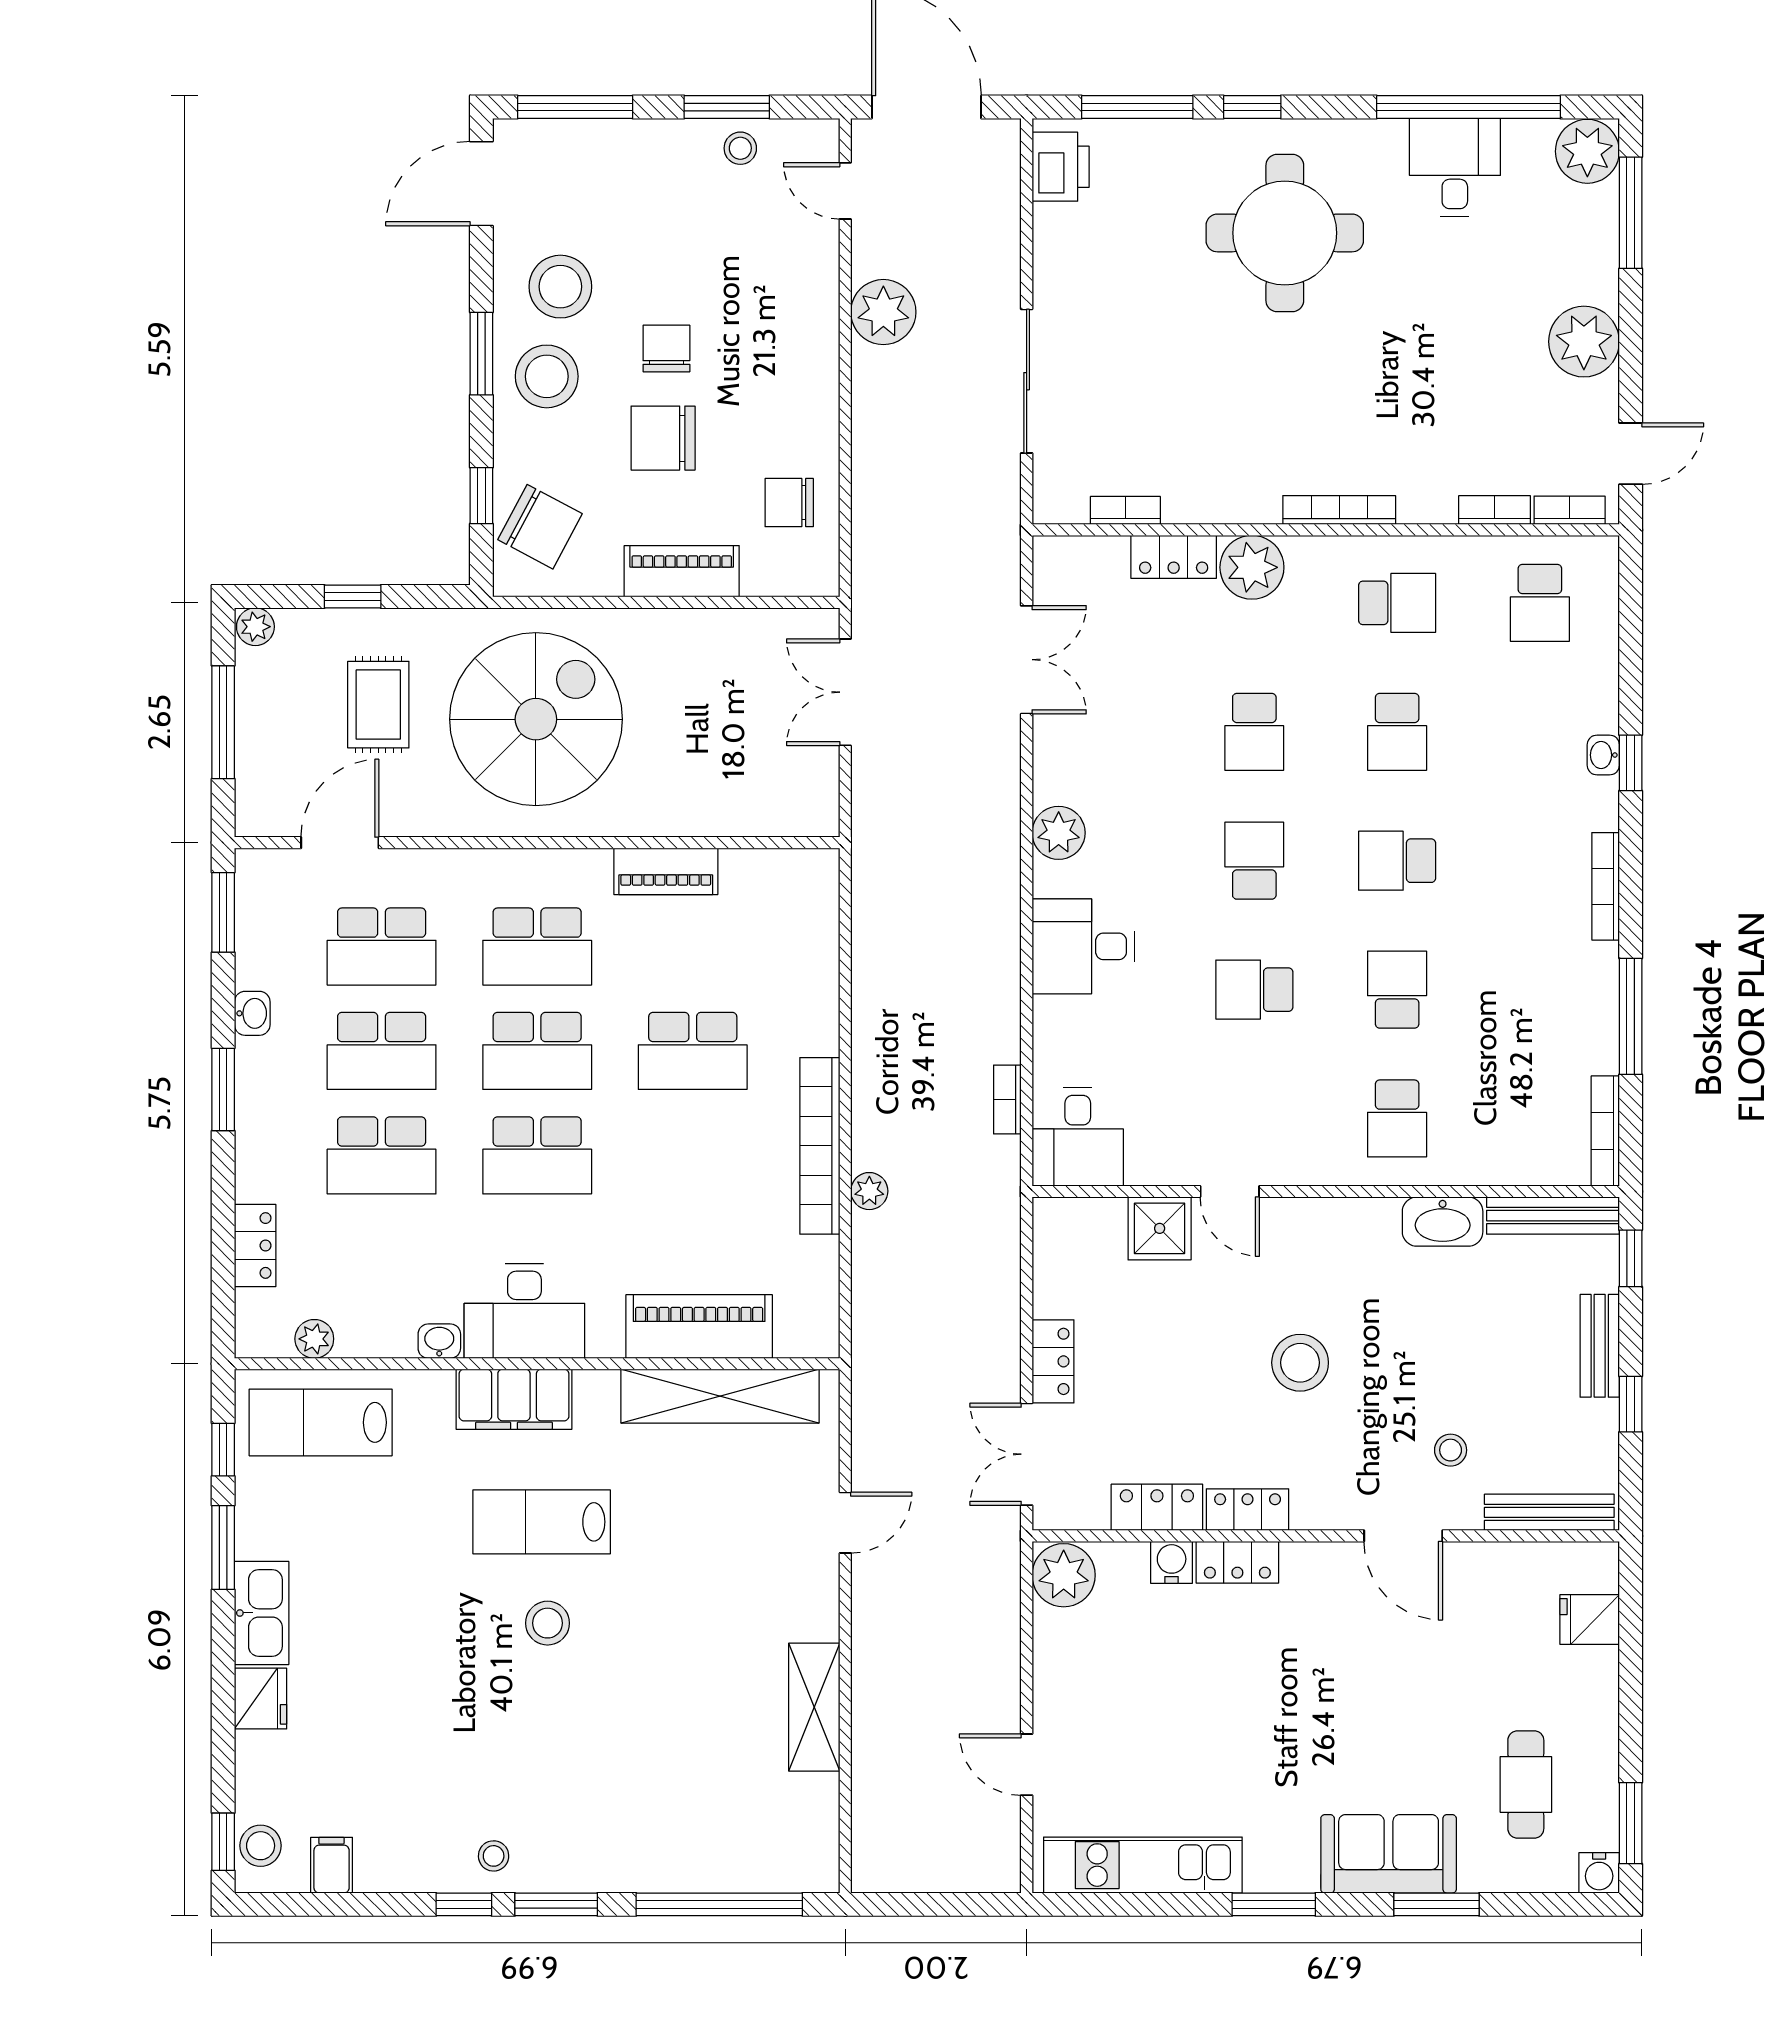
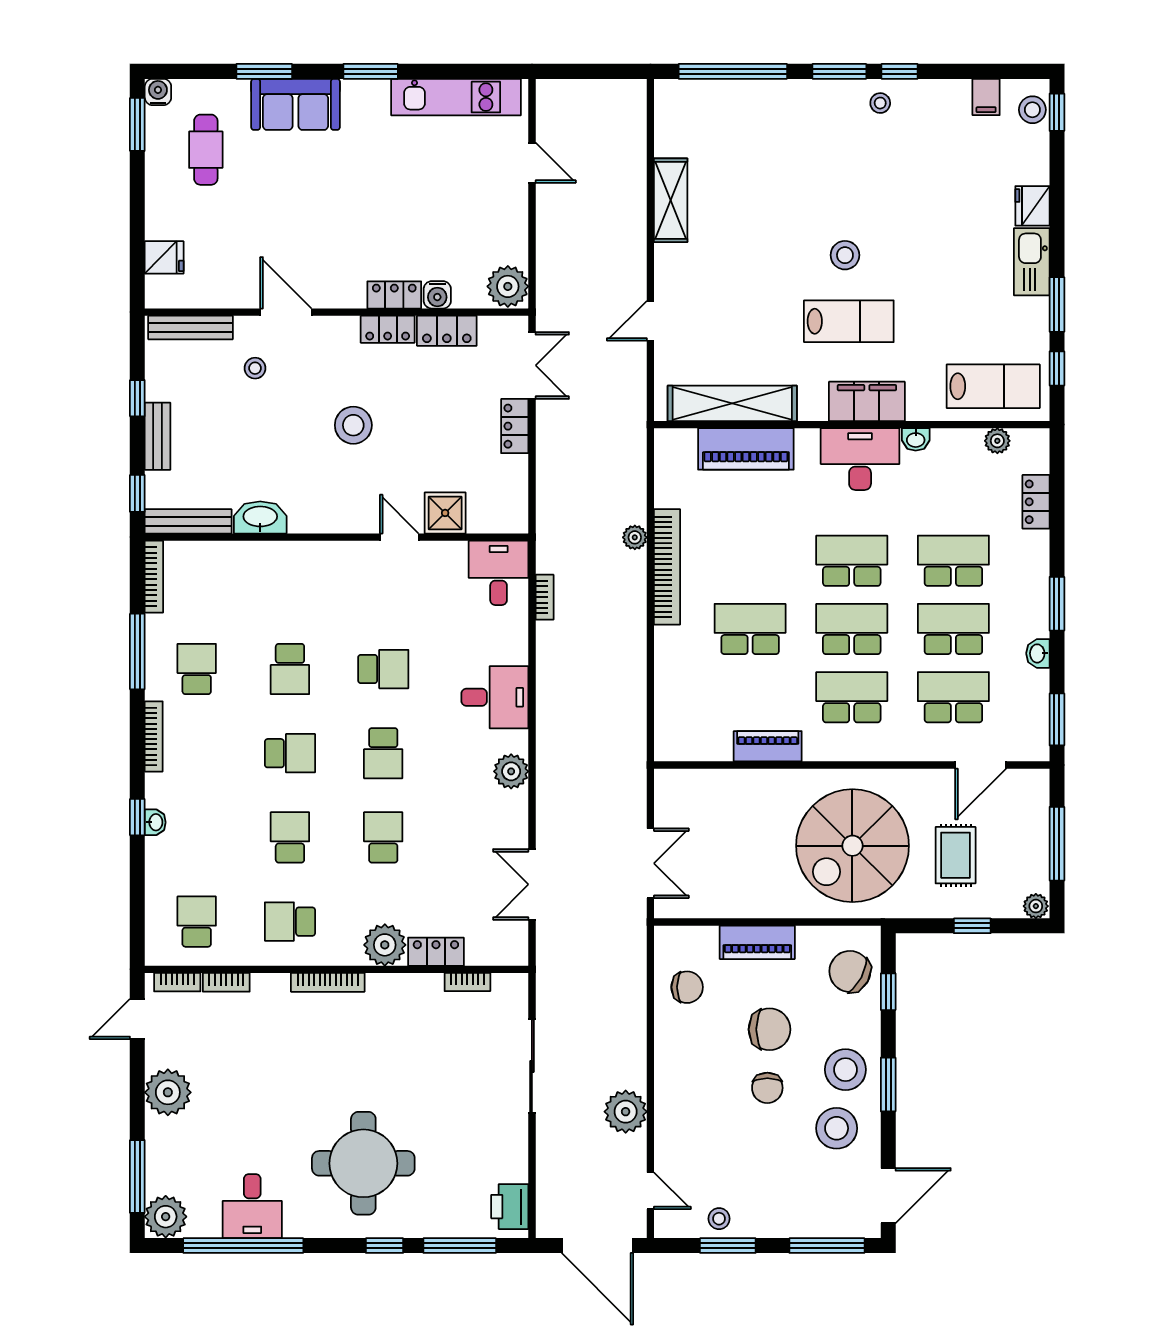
school desk: (1397, 1118) -> (197, 669), moved

